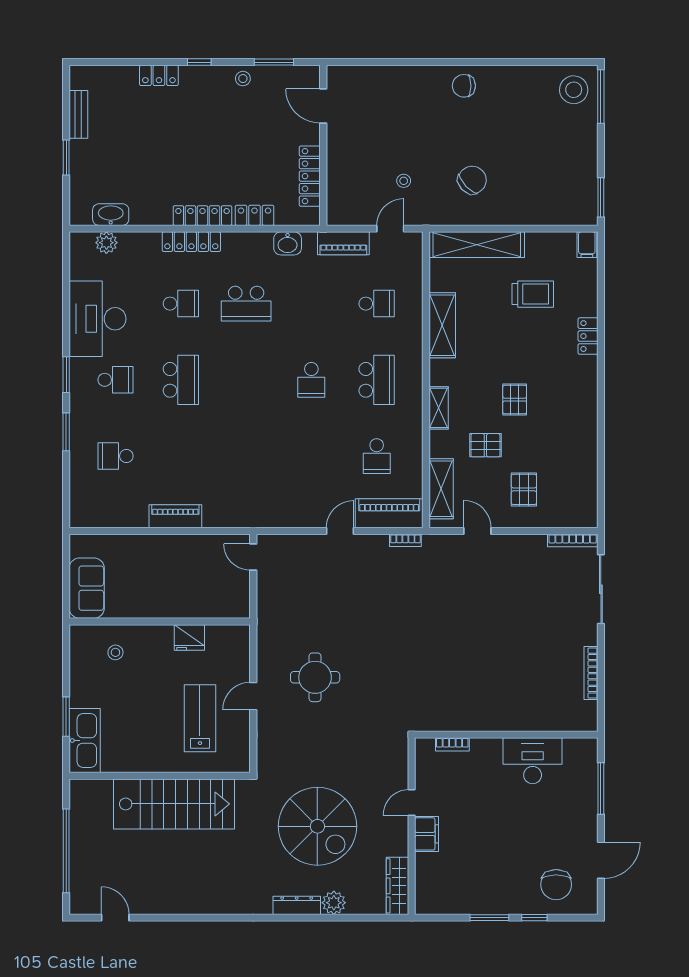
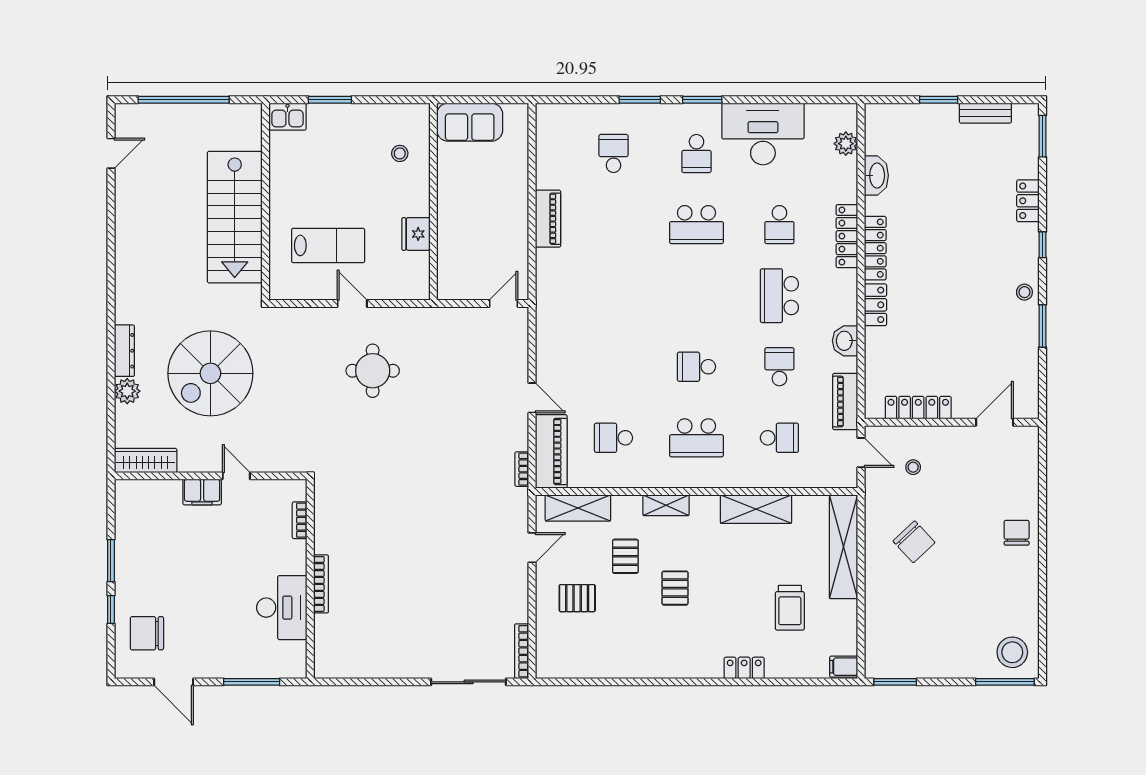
window: (100, 62) -> (1042, 136), added
door: (323, 106) -> (995, 422), moved
wall: (323, 145) -> (952, 422), moved
locker: (310, 176) -> (918, 408), moved
washbasin: (111, 215) -> (876, 176), moved
school desk: (311, 304) -> (779, 367), added
school desk: (377, 304) -> (779, 438), turned -90
pallet: (515, 400) -> (675, 588), turned 90
bookcase: (591, 673) -> (321, 584), moved, turned 90
kitchen sink: (85, 740) -> (287, 117), width x0.53, depth x0.81

